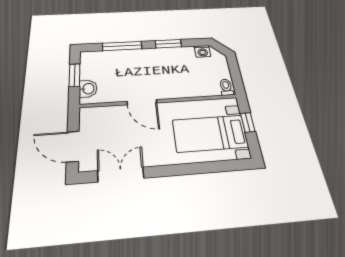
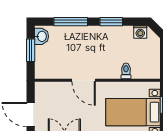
toilet: (226, 87) -> (126, 71), moved
washbasin: (88, 89) -> (42, 36), moved

